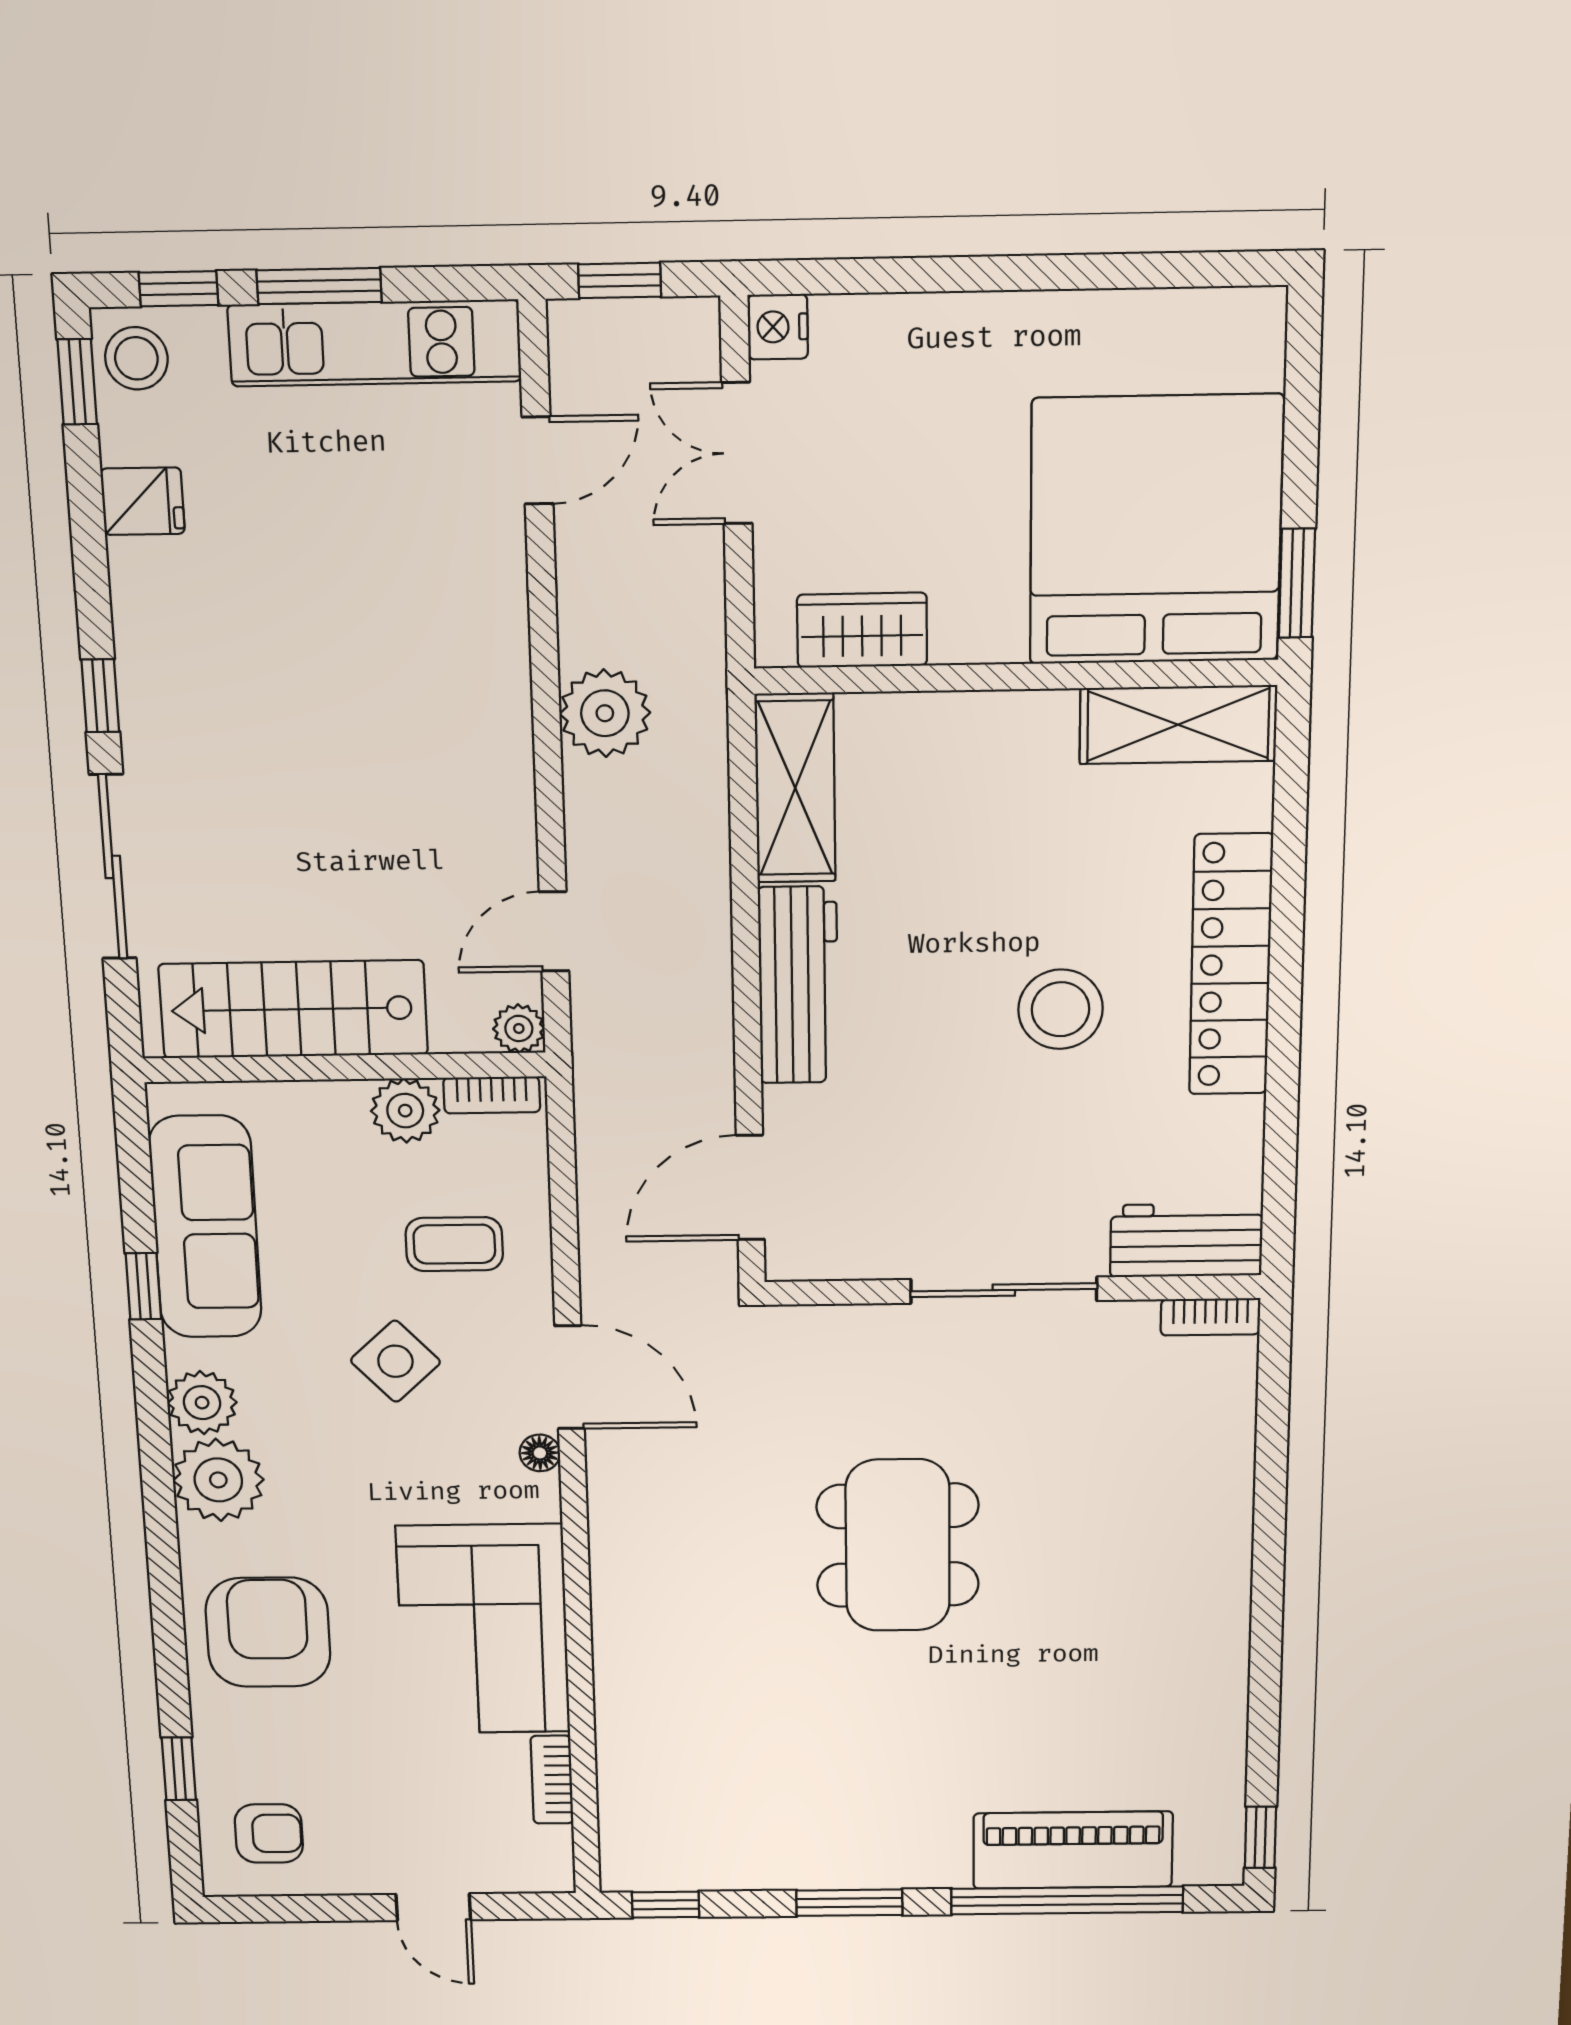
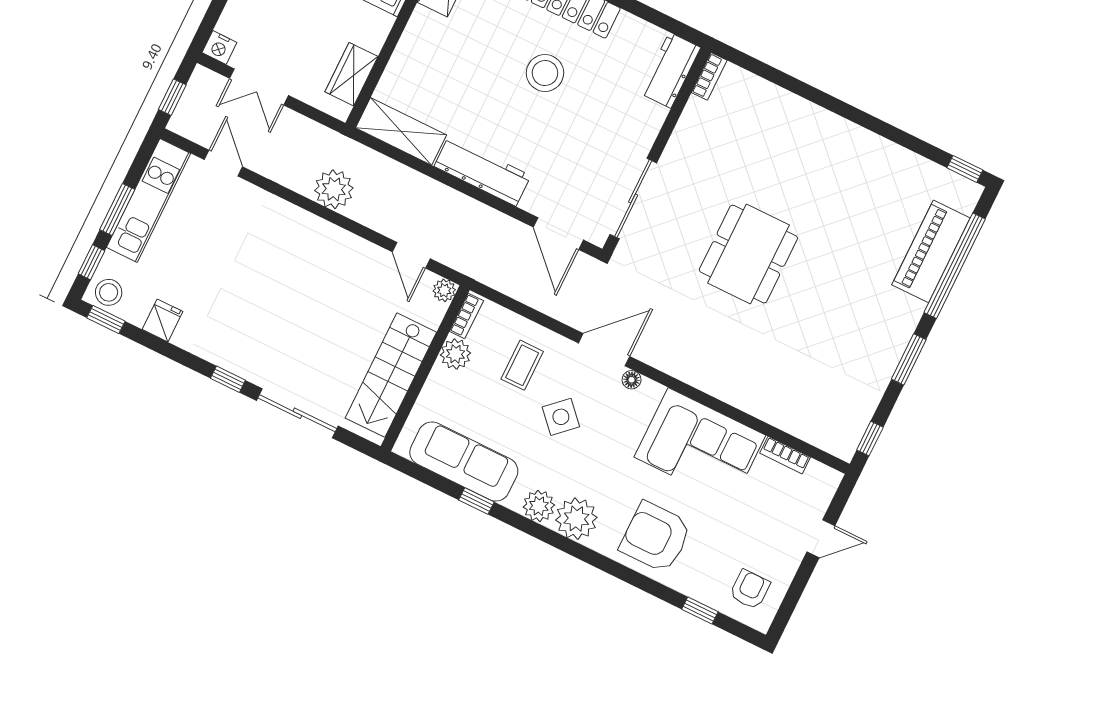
sliding door: (1004, 1290) -> (633, 199), moved
dining table: (898, 1545) -> (748, 254), turned 90

